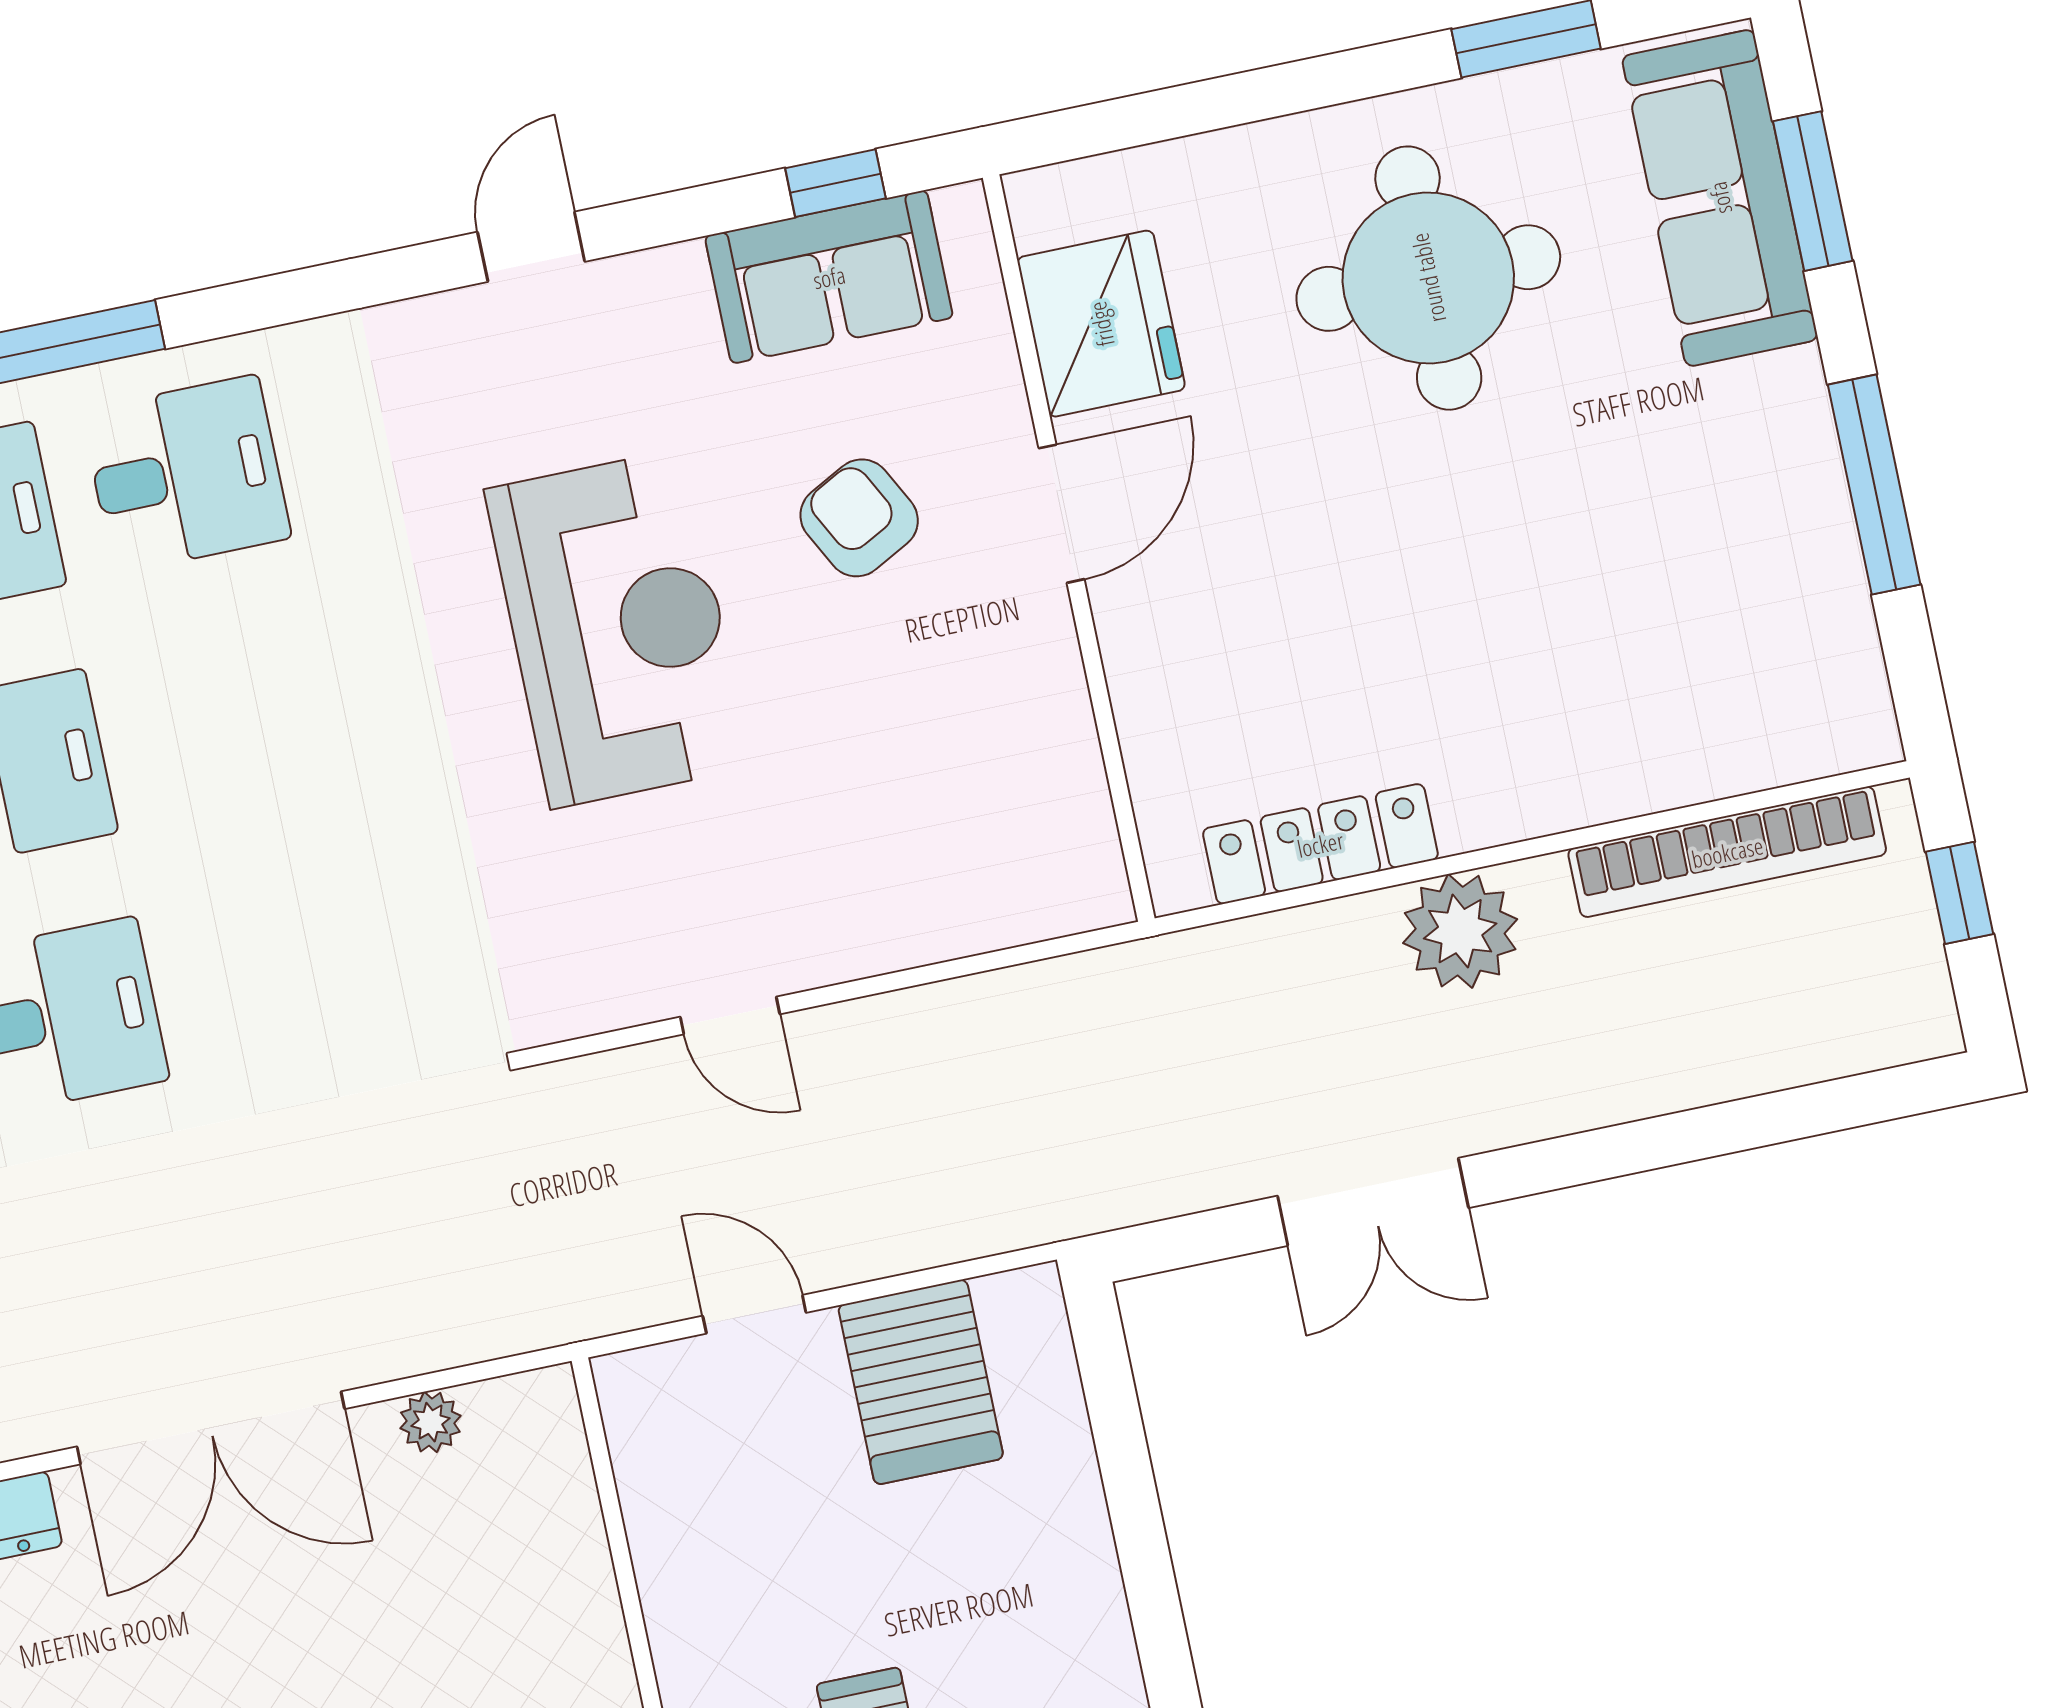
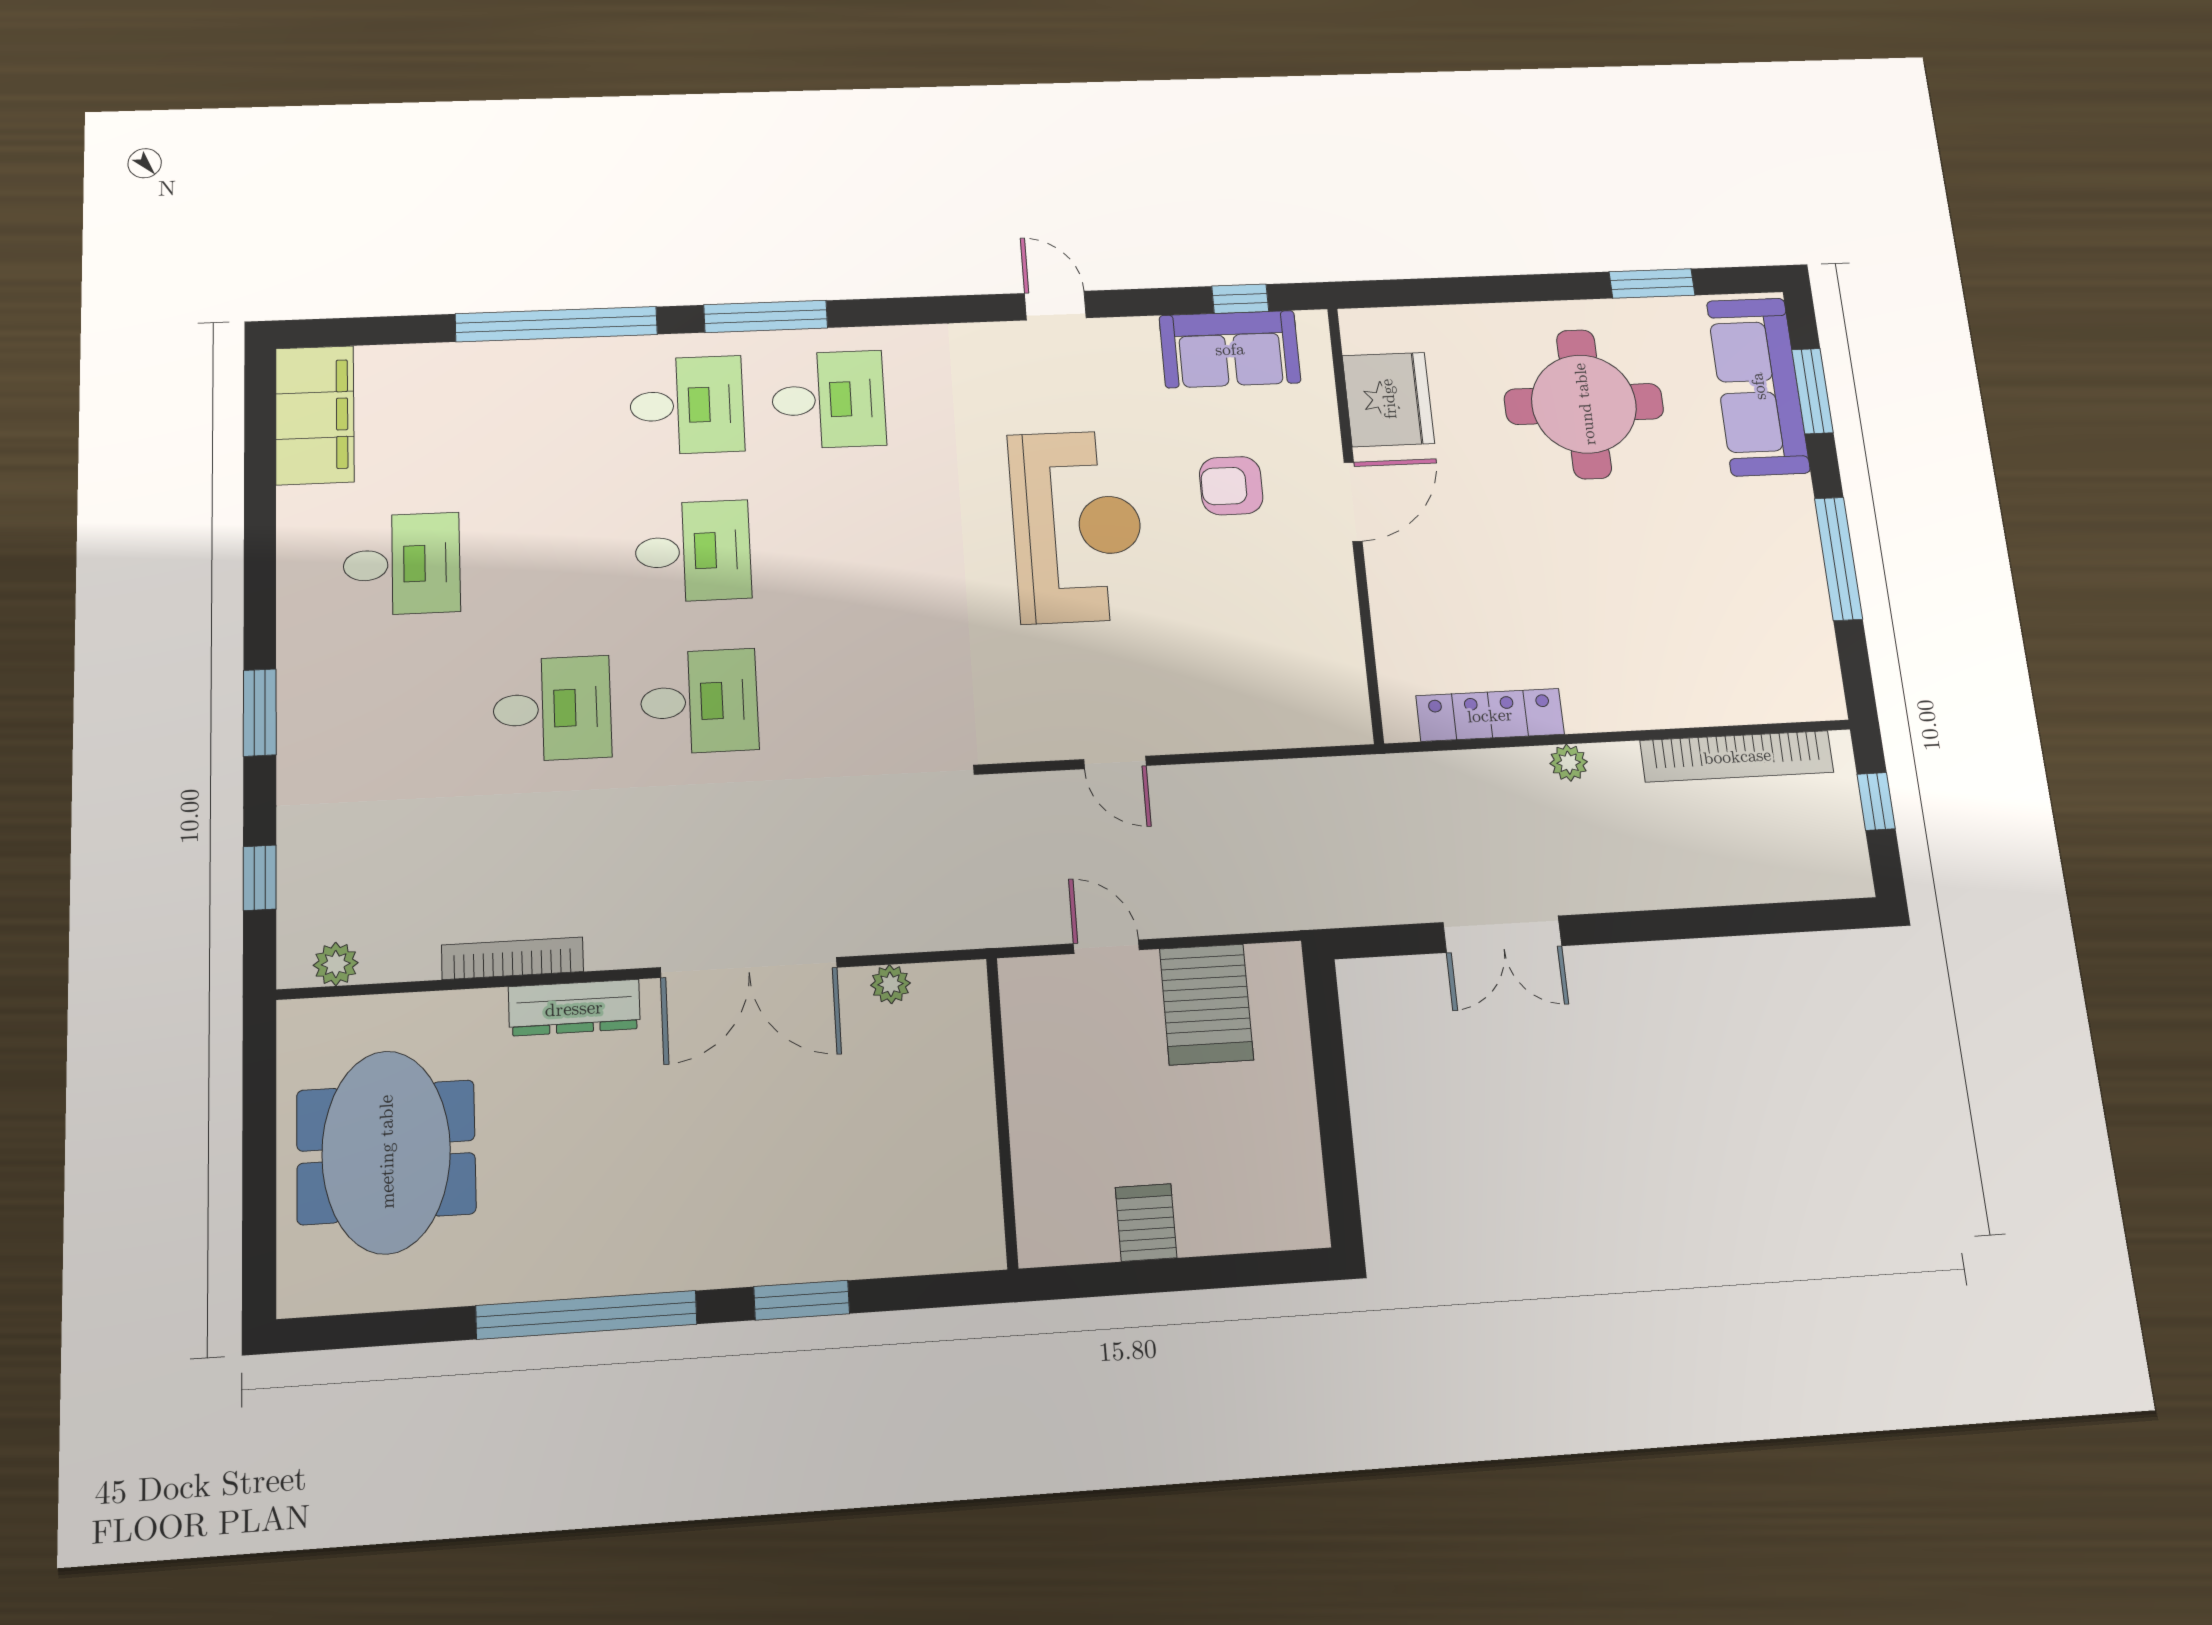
door: (531, 247) -> (1055, 306), hinge flipped
armchair: (859, 518) -> (1231, 486), turned -62
plant: (1460, 931) -> (1569, 763), width x0.53, depth x0.53

